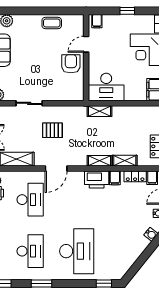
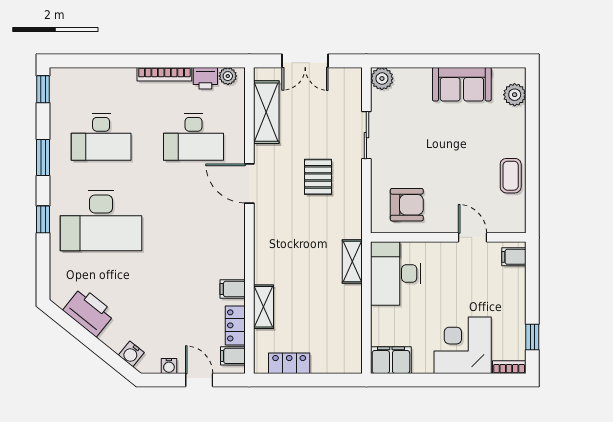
window: (127, 11) -> (532, 337), moved
armchair: (71, 64) -> (407, 205), moved
shelving: (100, 161) -> (263, 262), removed
printer: (97, 180) -> (89, 312), moved, turned 129
window: (104, 283) -> (43, 219), moved

